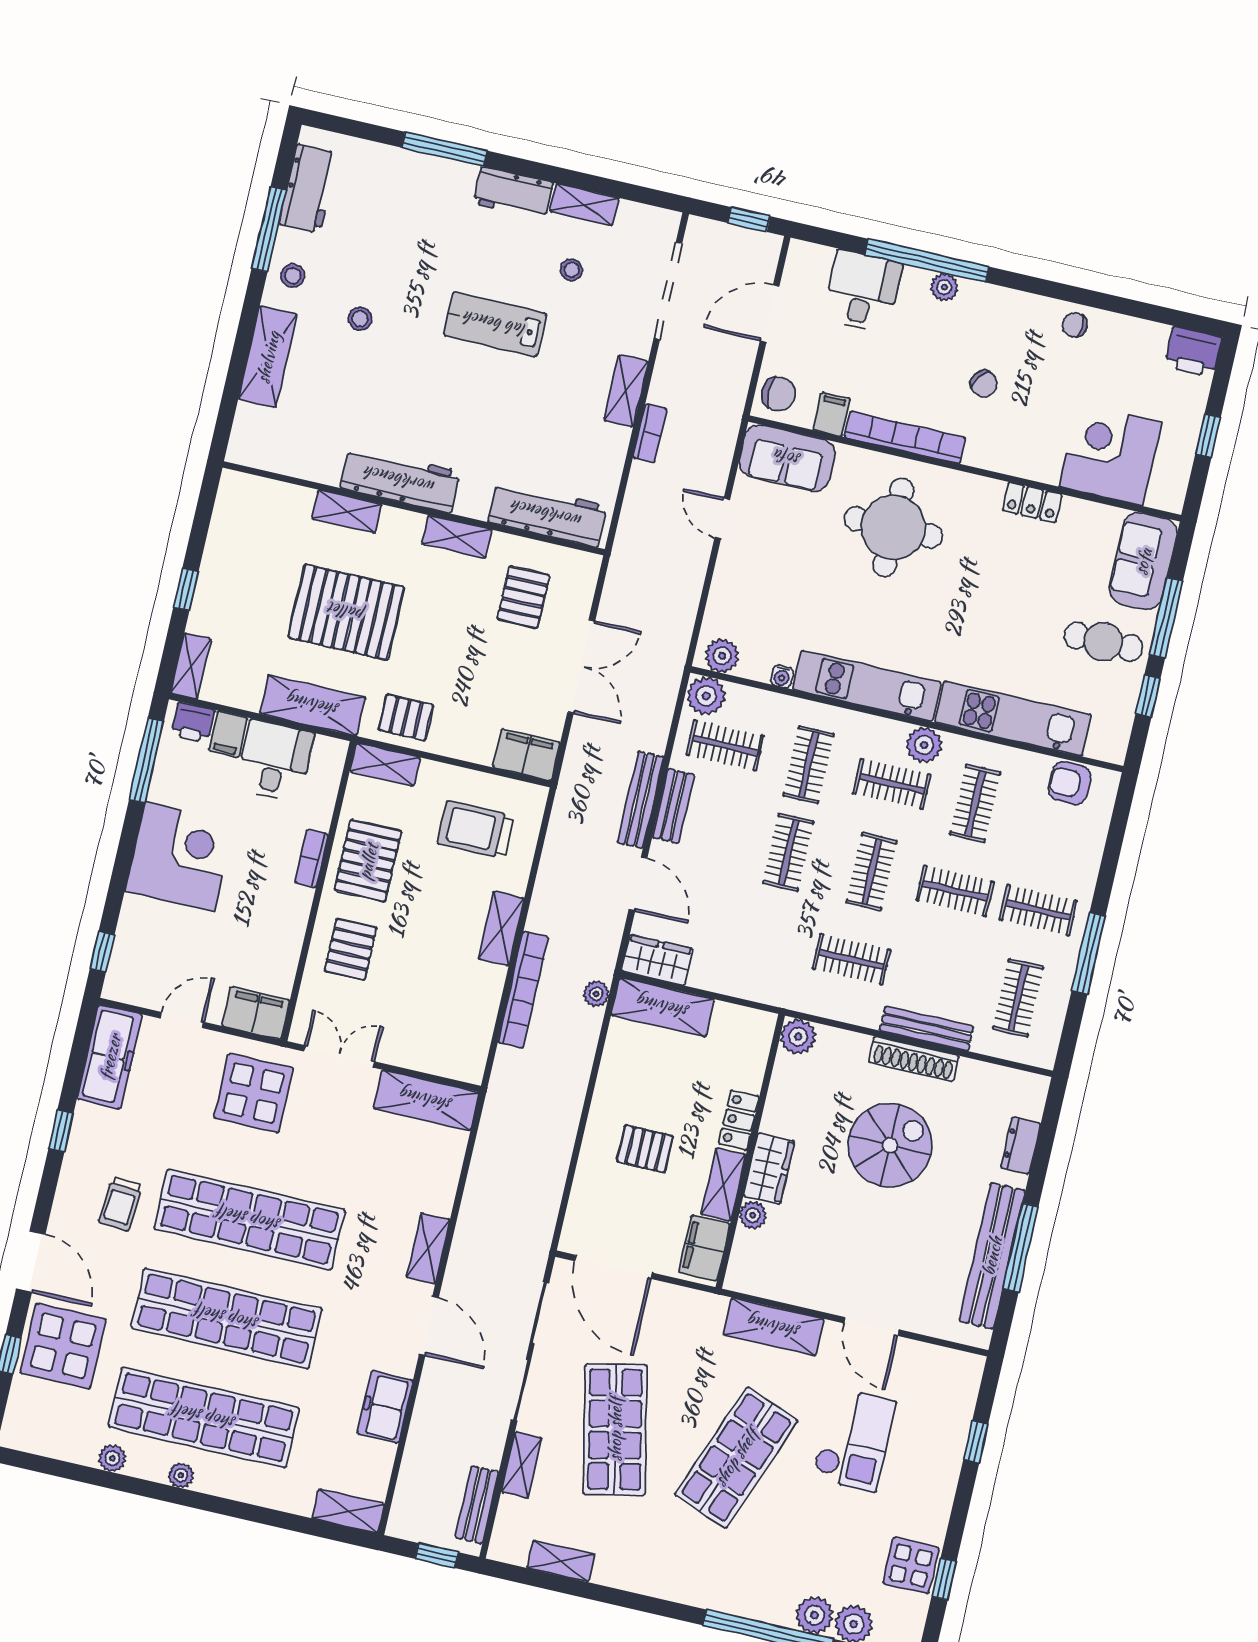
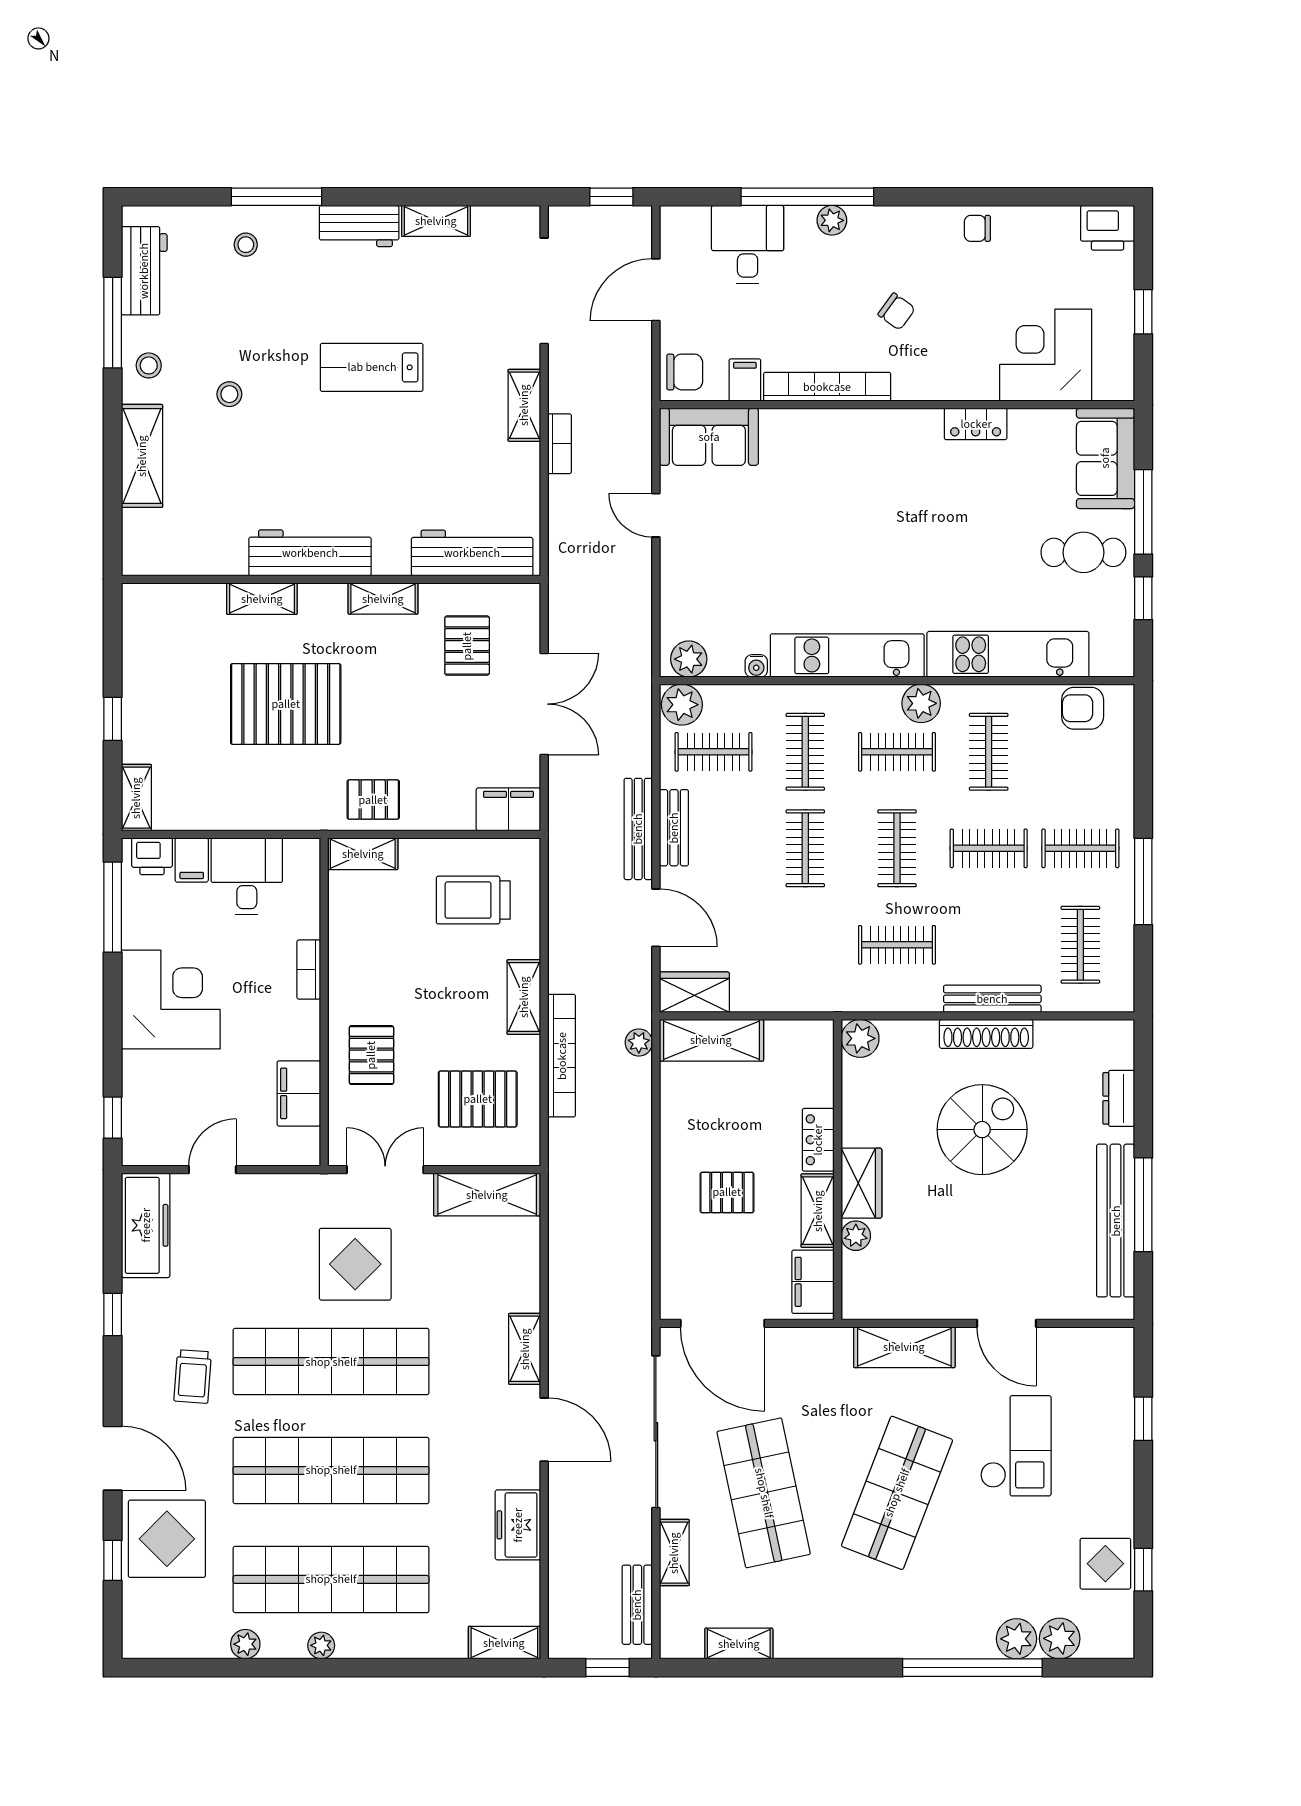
stool: (572, 270) -> (246, 245), moved
round table: (893, 527) -> (837, 484), removed
shelving: (313, 705) -> (273, 809), removed
pallet: (368, 861) -> (478, 1099), moved, turned 90
filing cabinet: (256, 1013) -> (299, 1093), moved, turned -90
display table: (254, 1093) -> (355, 1264), moved

